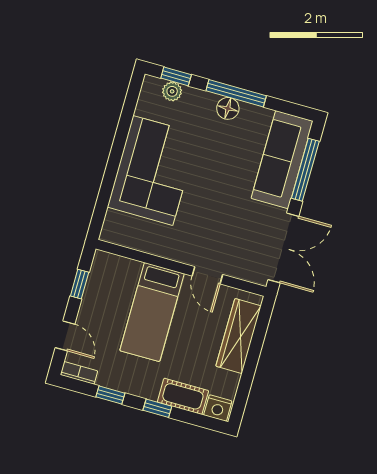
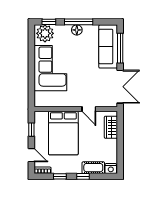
plant: (172, 91) -> (45, 33), width x1.87, depth x1.87
bed: (152, 312) -> (63, 133), width x1.50
wardrobe: (238, 336) -> (111, 127), width x0.67

